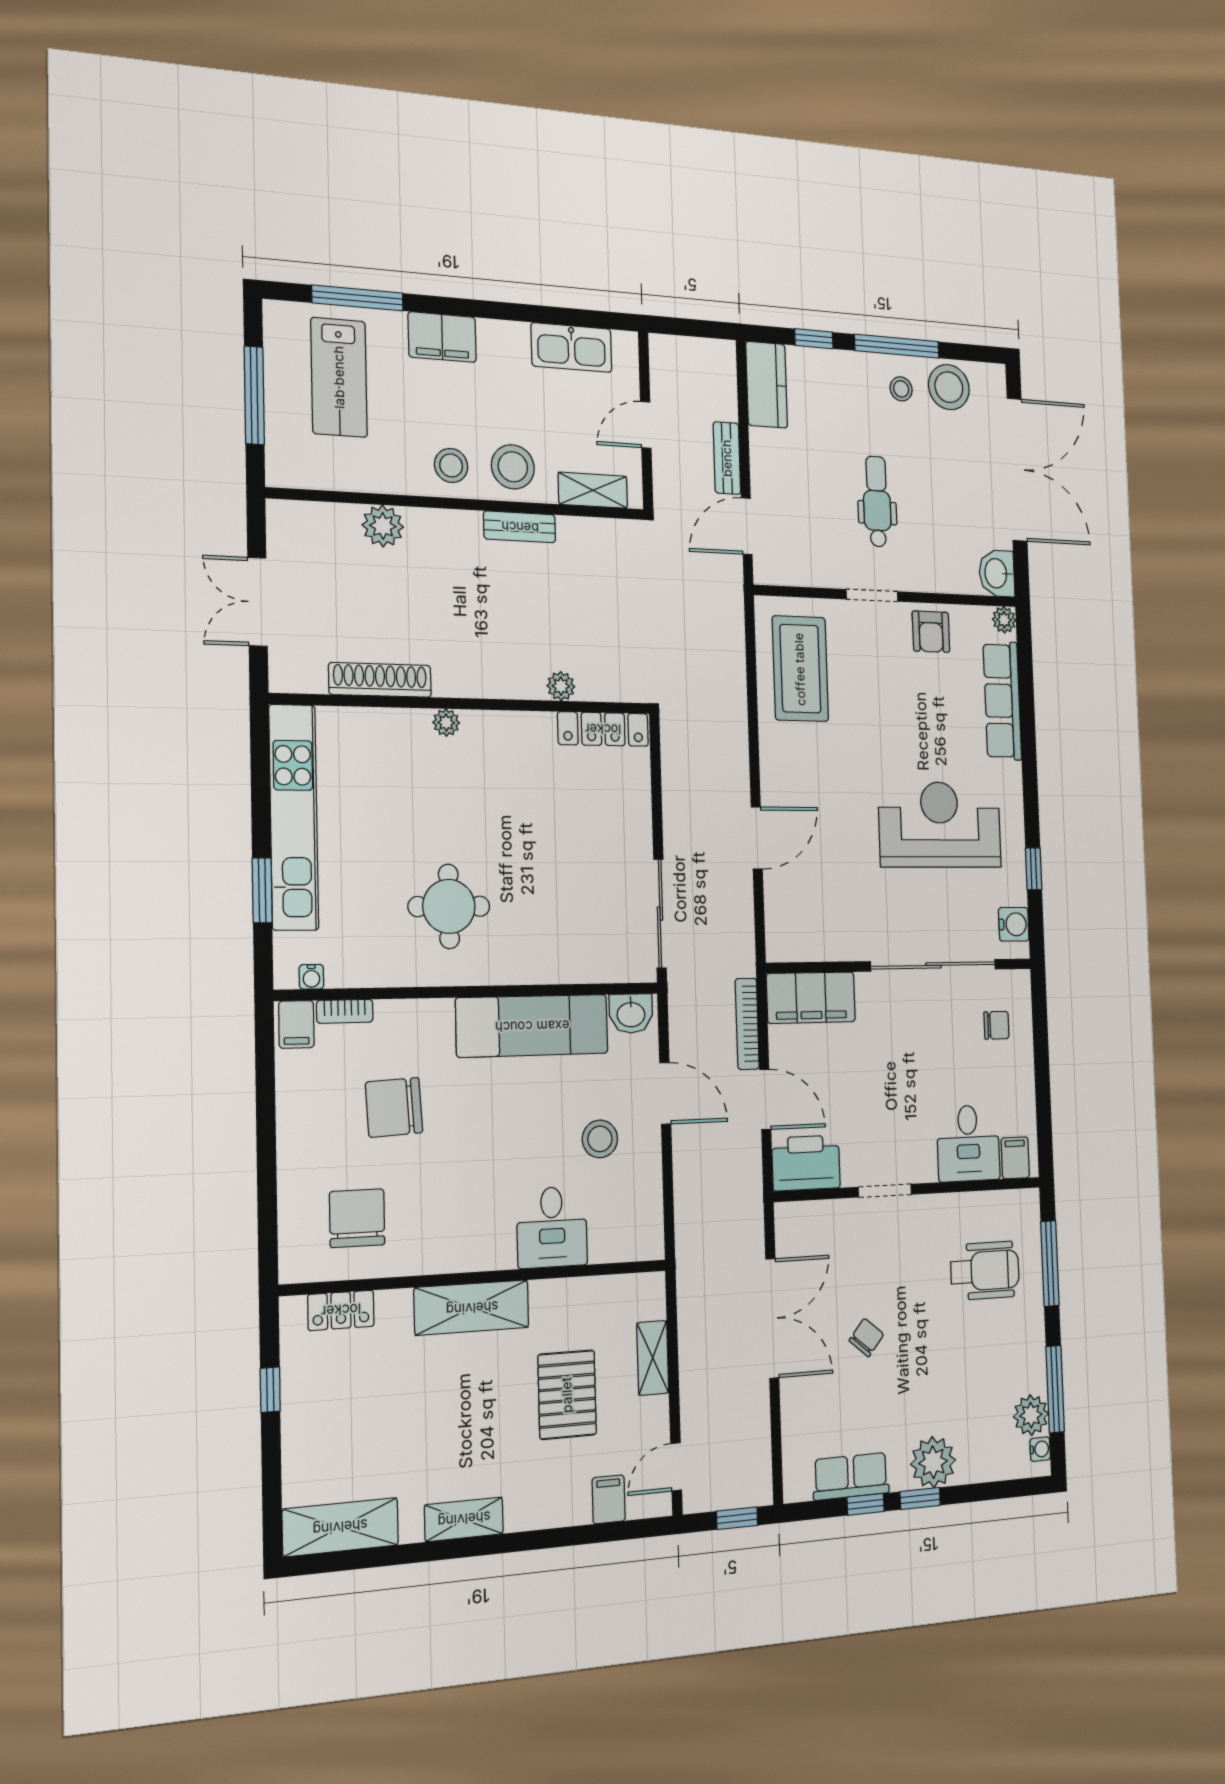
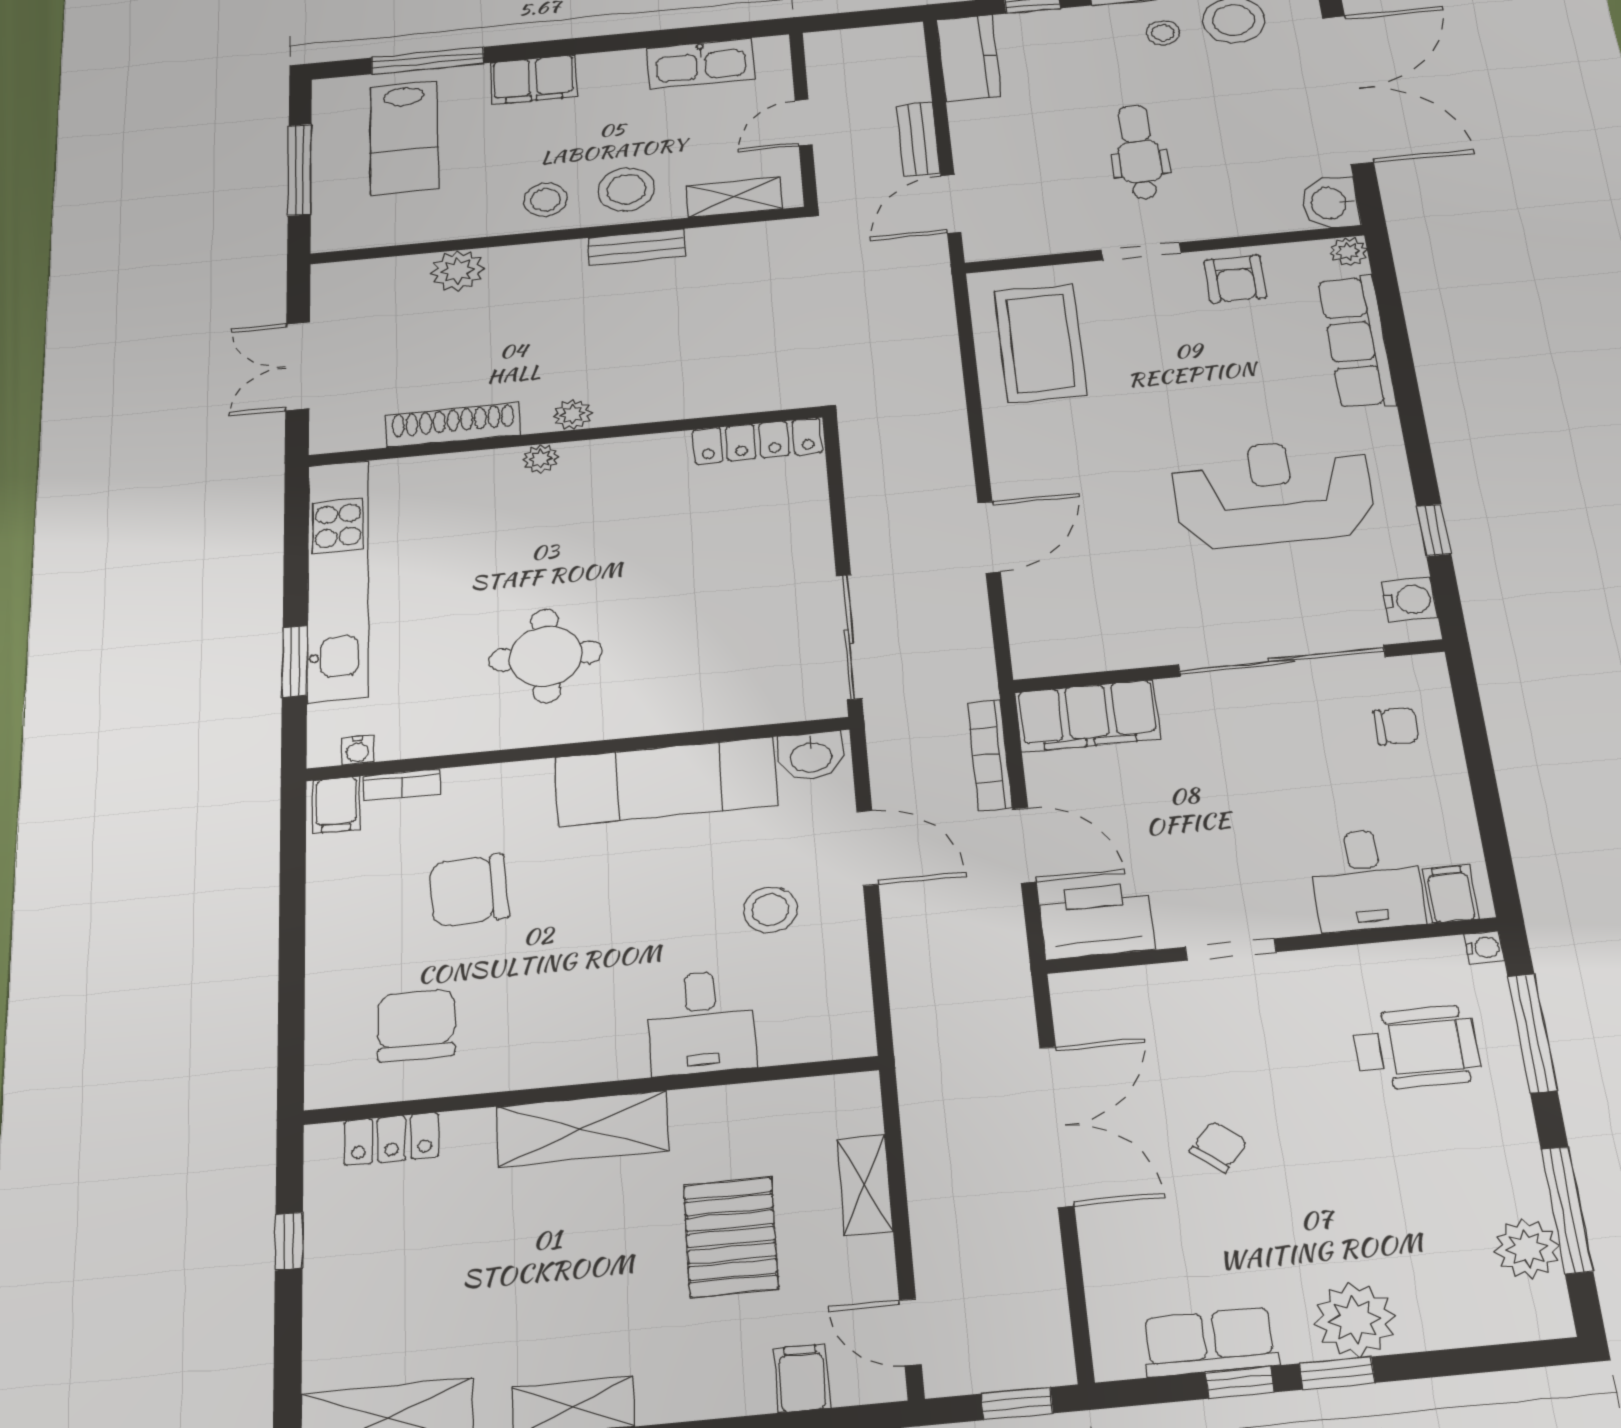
plant: (561, 686) -> (572, 414), moved
water cooler: (1040, 1449) -> (1484, 948), moved
door: (676, 1467) -> (910, 1332), hinge flipped

